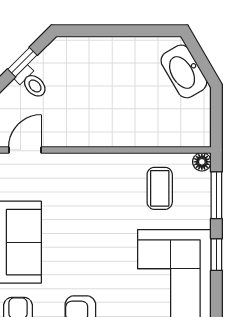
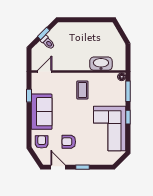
washbasin: (184, 71) -> (101, 64), moved, turned 120
coffee table: (160, 188) -> (82, 90), moved

